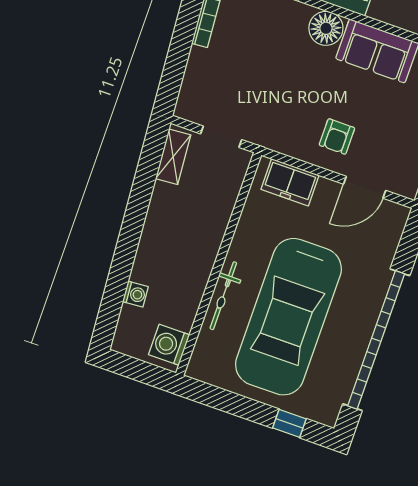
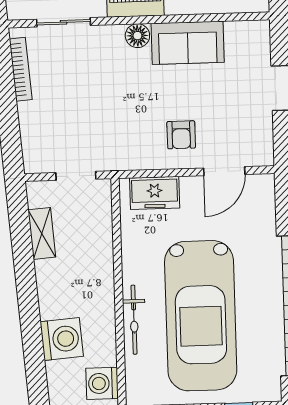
floor lamp: (326, 28) -> (137, 36), width x0.73, depth x0.73
shelving: (173, 157) -> (42, 233), moved
washing machine: (135, 294) -> (62, 339), width x1.89, depth x1.89

